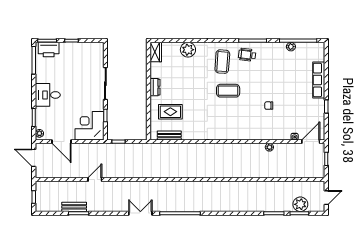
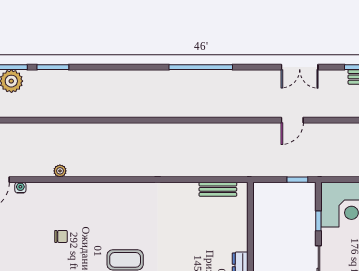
rug: (170, 112) -> (216, 227), removed
door: (95, 180) -> (292, 120), moved
double door: (140, 213) -> (300, 67), moved

